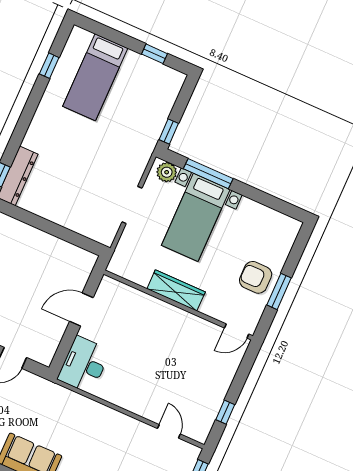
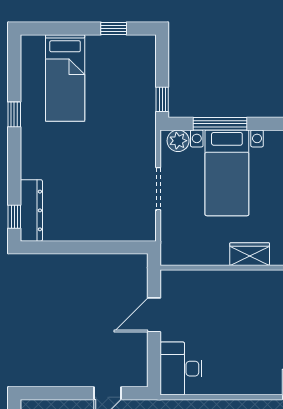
window: (49, 66) -> (14, 114), moved
wardrobe: (176, 290) -> (250, 254), width x0.67

